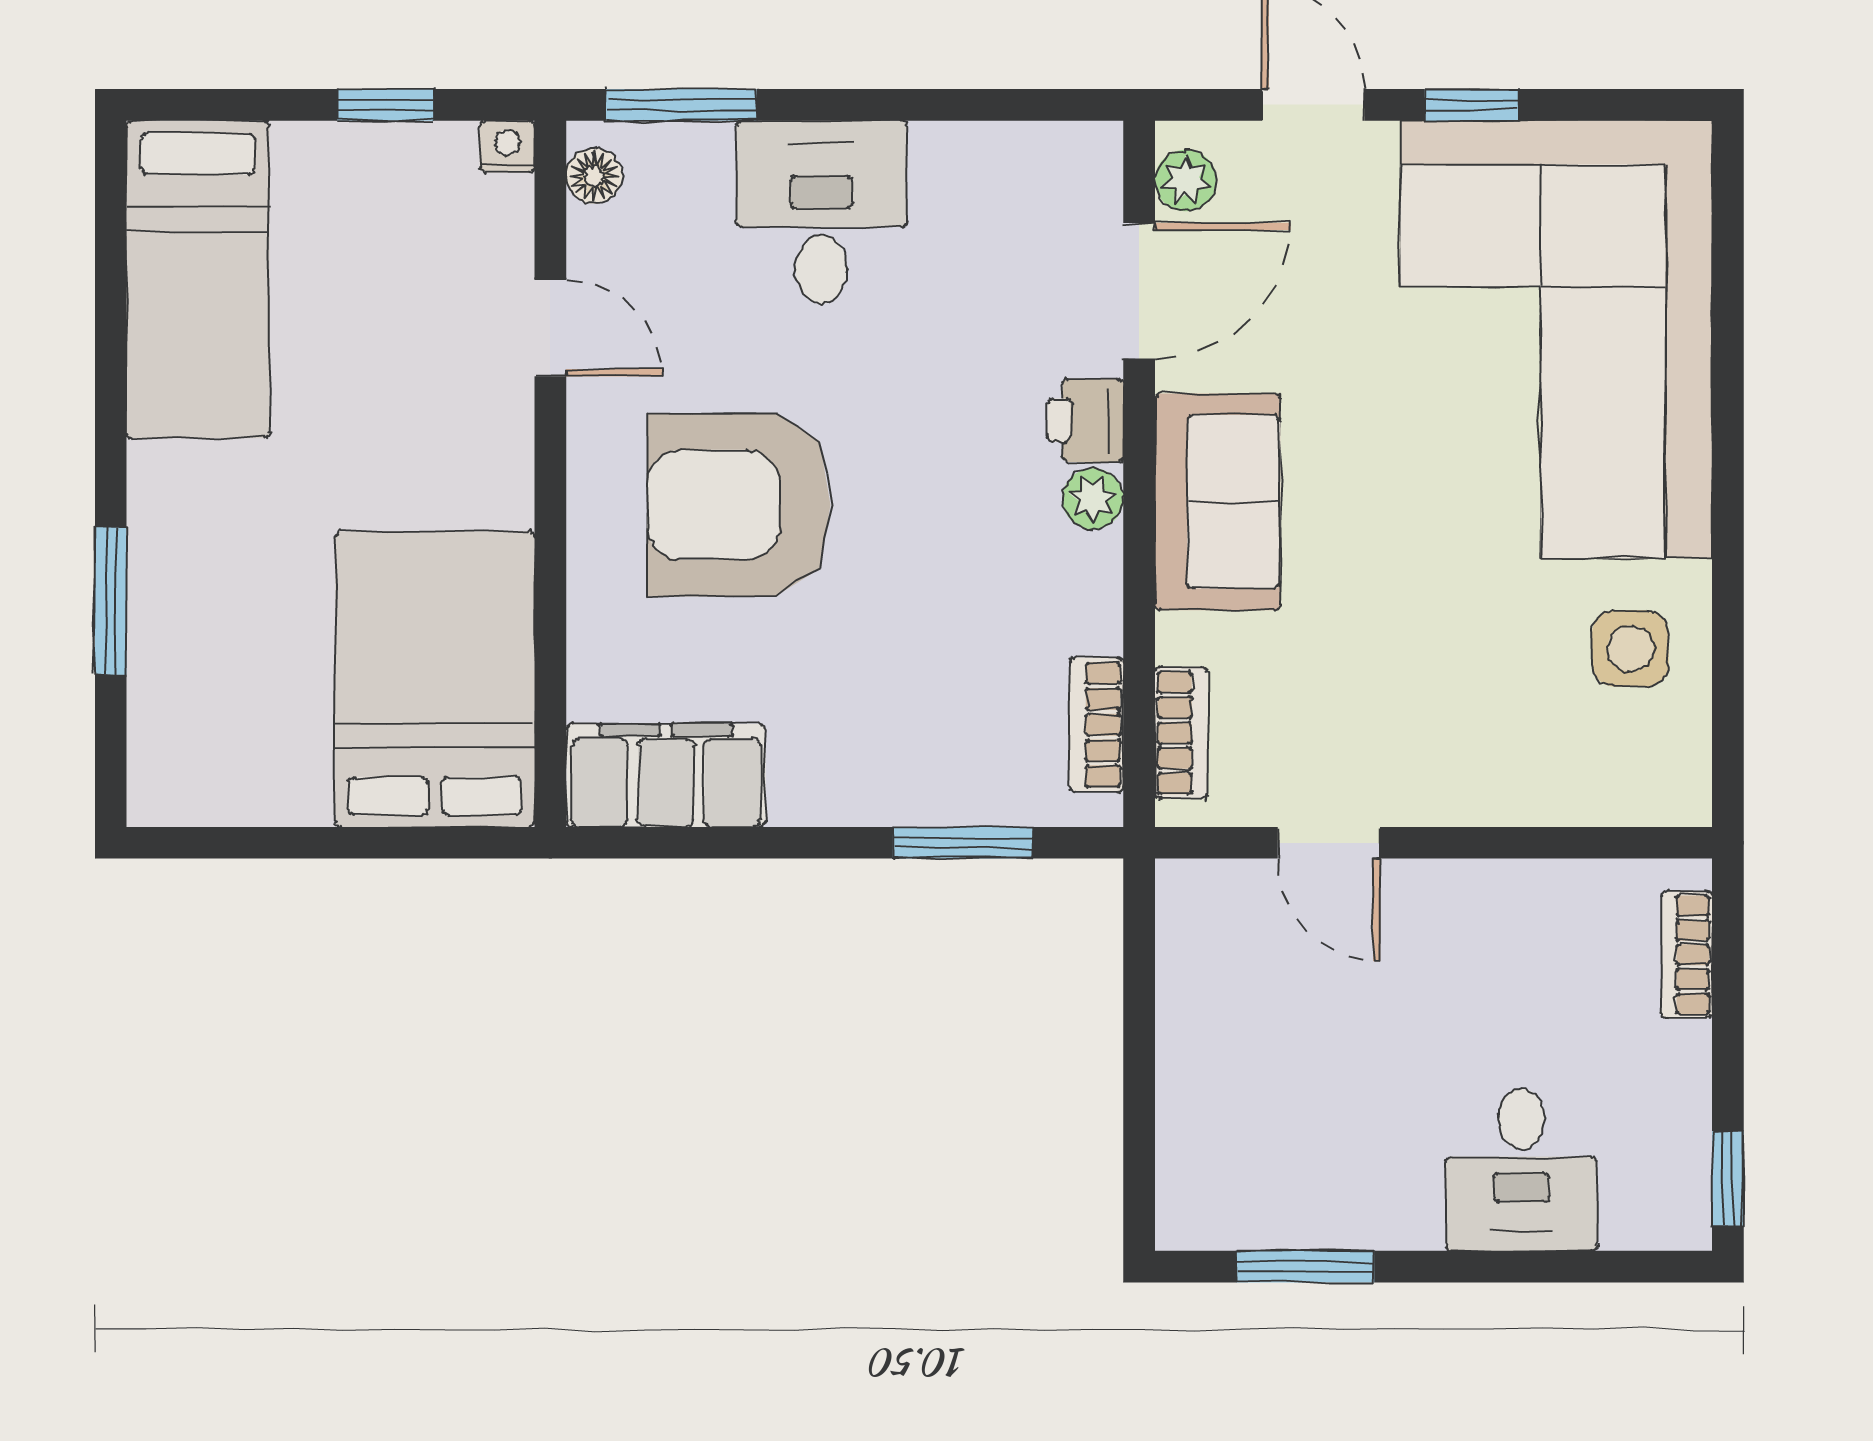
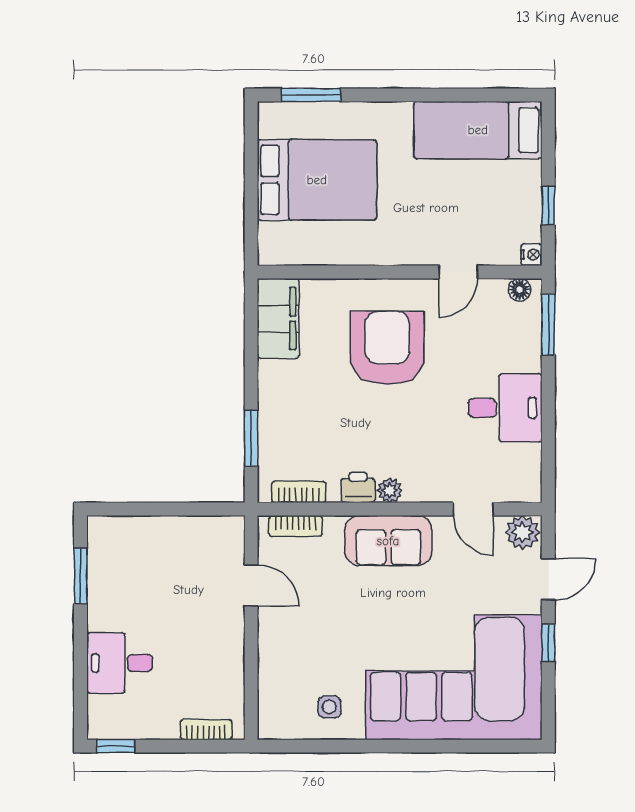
plant: (1186, 180) -> (522, 532), width x1.38, depth x1.38
desk: (821, 212) -> (505, 408), moved
door: (1139, 291) -> (473, 509), width x0.73
printer: (1086, 420) -> (358, 487), moved
window: (111, 601) -> (311, 95), moved
side table: (1630, 648) -> (329, 707), width x0.73, depth x0.73
bed: (435, 679) -> (317, 180), moved
door: (1329, 843) -> (251, 585), swing flipped

